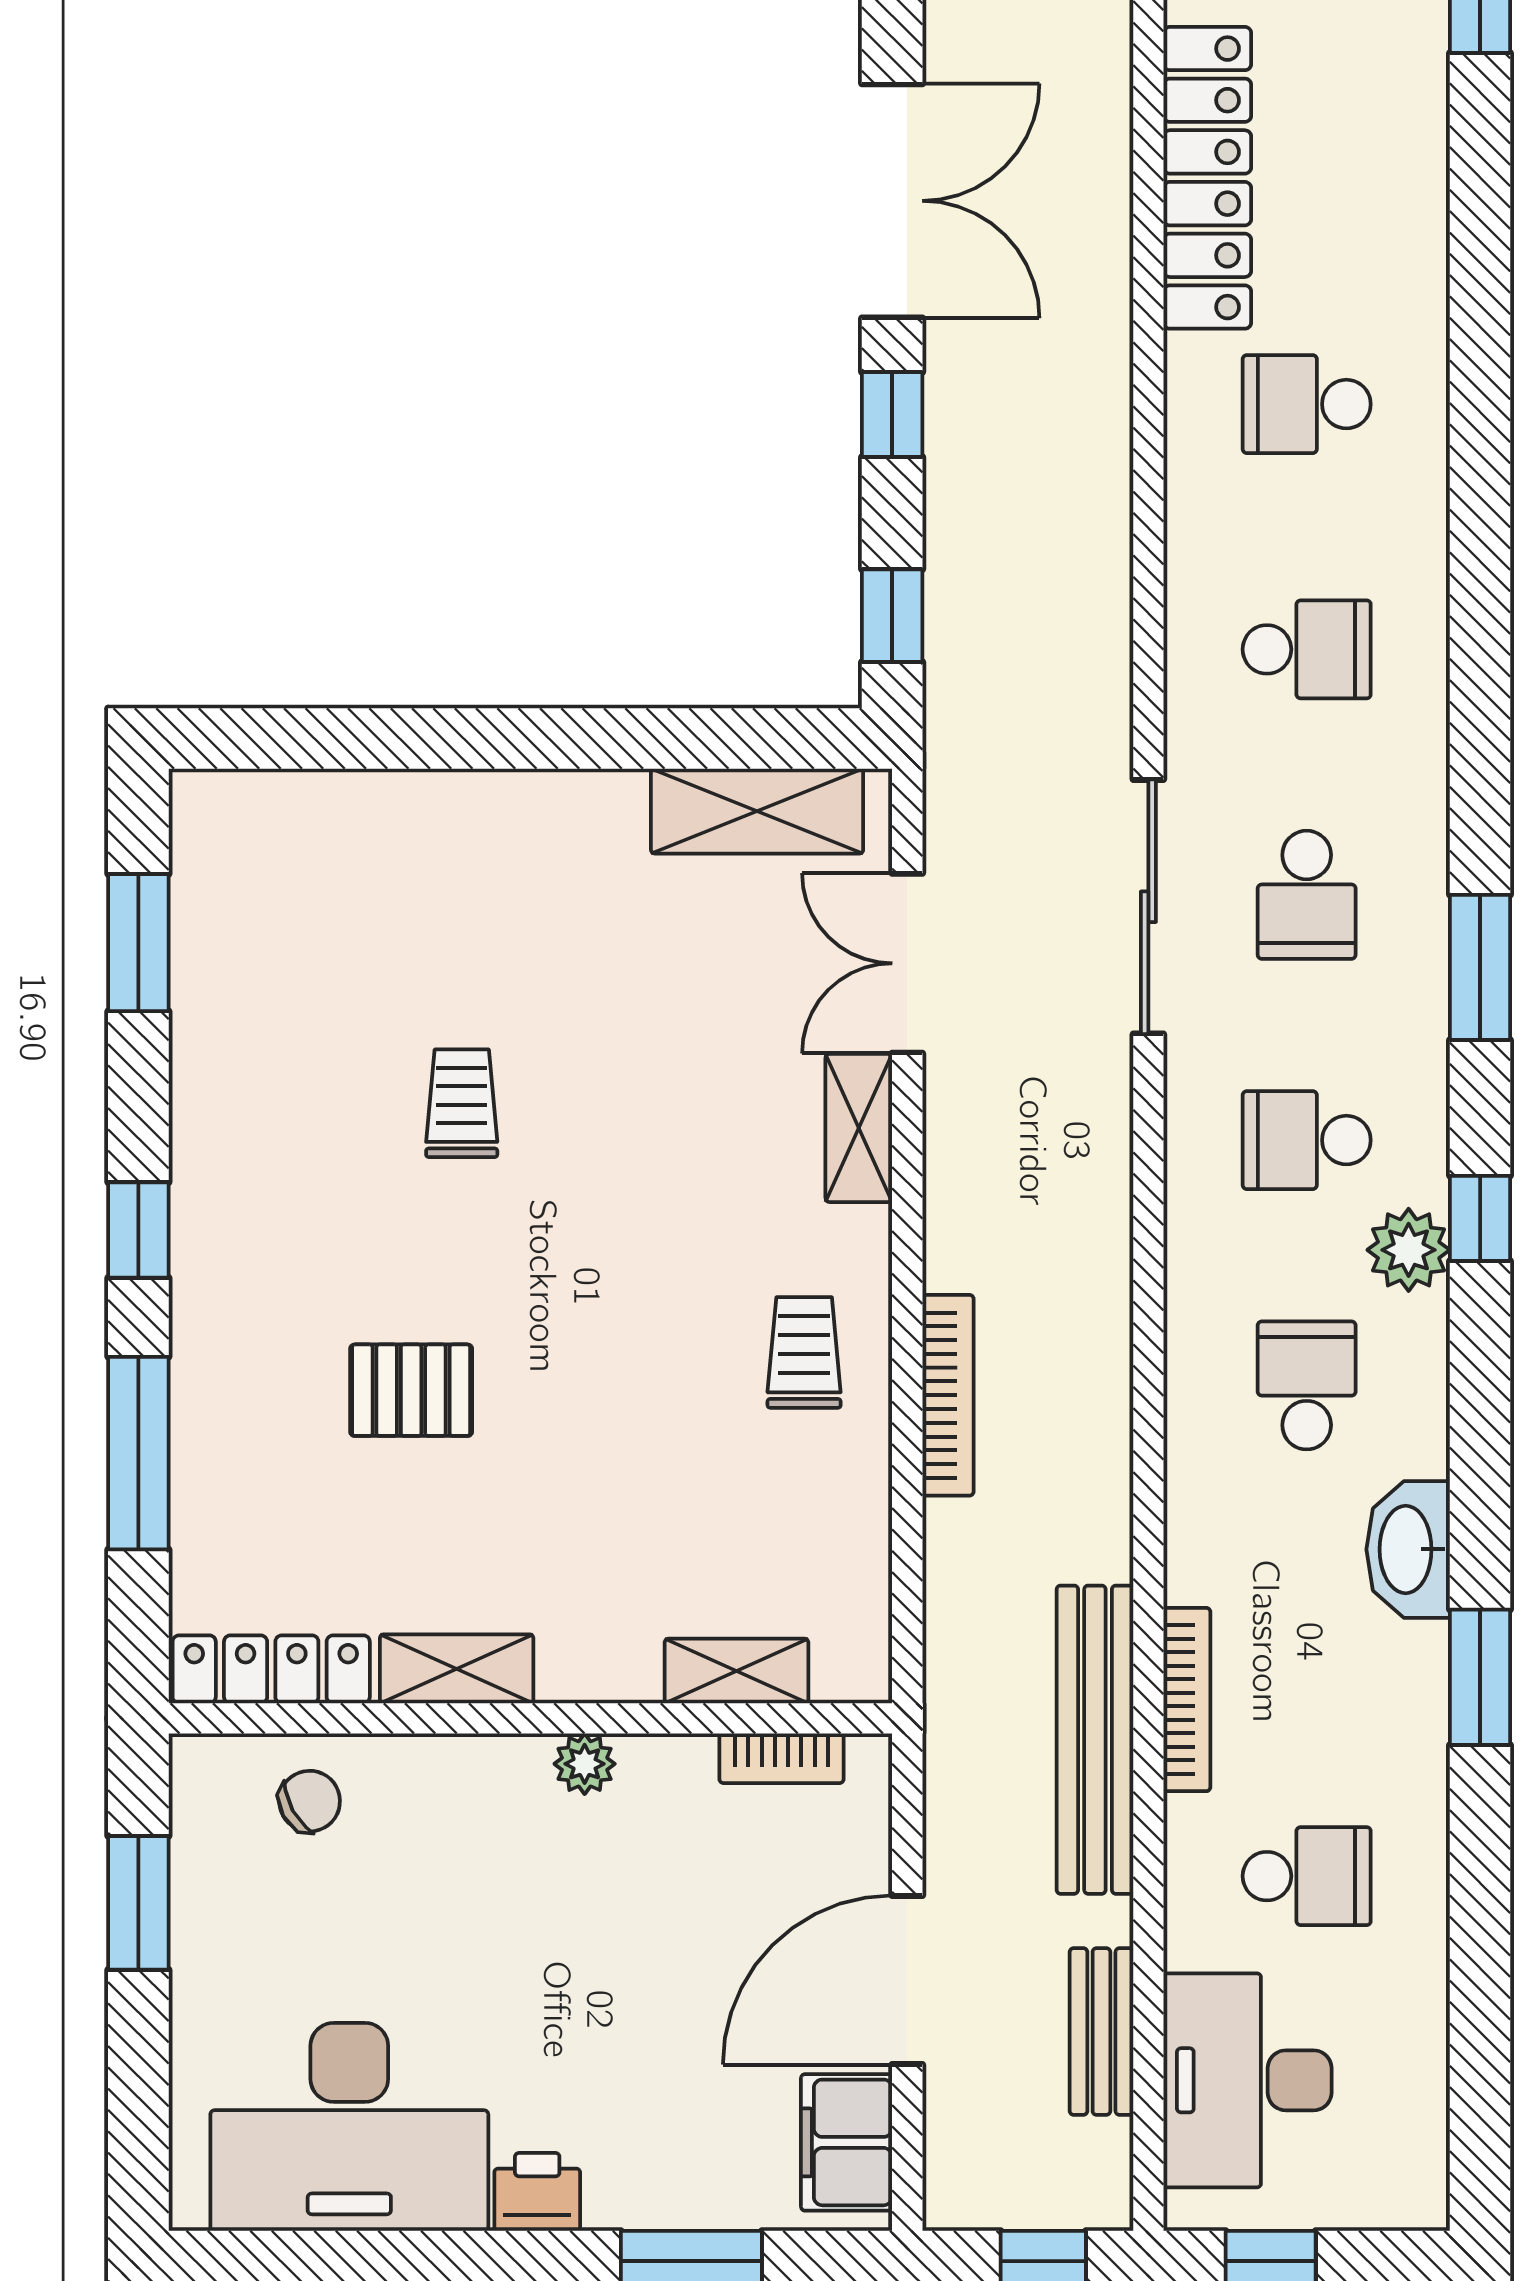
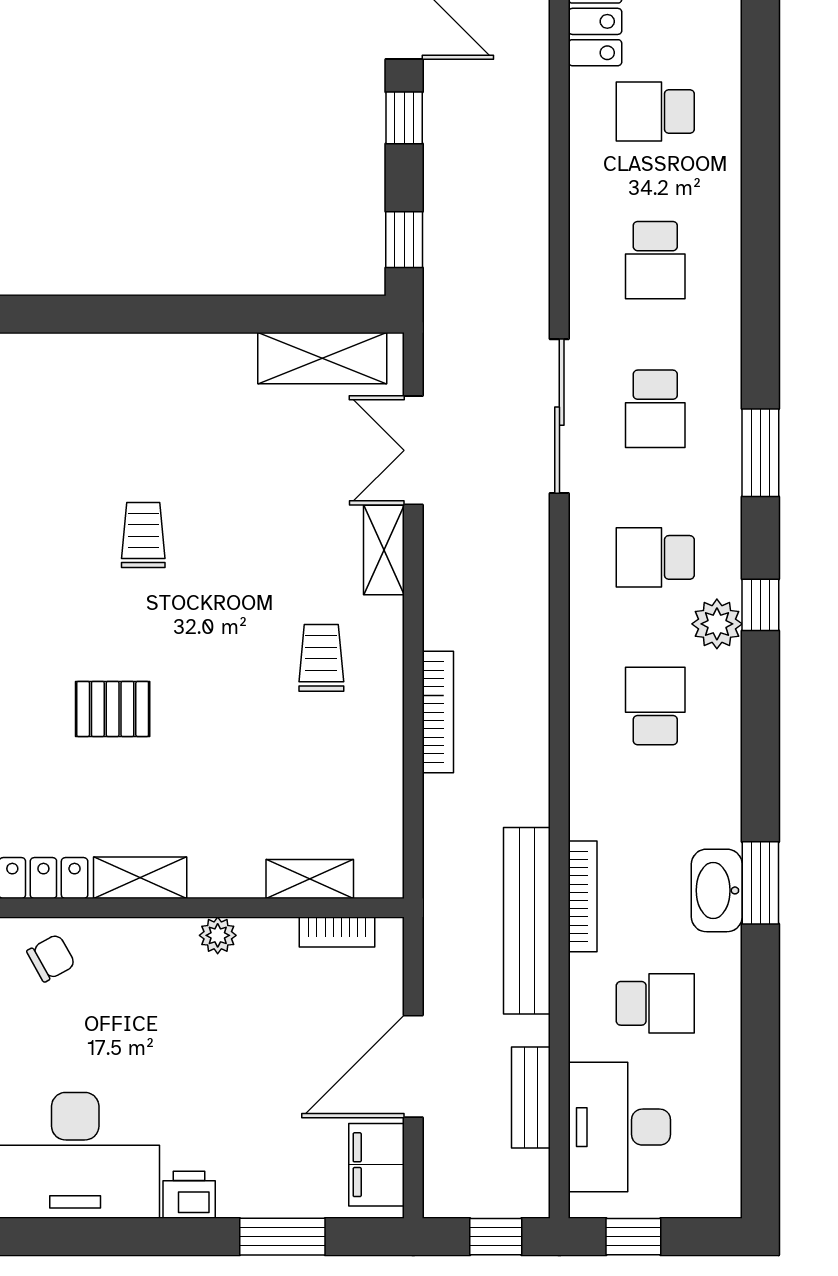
school desk: (1307, 649) -> (655, 260), turned 90
trolley: (804, 1352) -> (321, 658), moved
washbasin: (1408, 1549) -> (717, 890), moved

